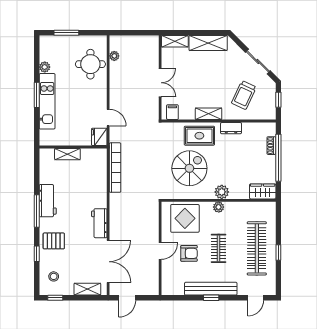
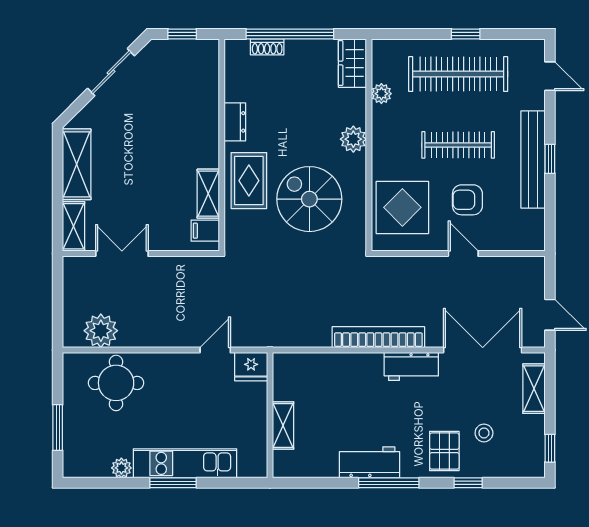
plant: (114, 56) -> (101, 331), width x1.88, depth x1.88
double door: (160, 83) -> (122, 254), moved
trolley: (244, 95) -> (173, 98), removed
shelving: (209, 114) -> (208, 194), moved
bookcase: (115, 168) -> (378, 337), moved
plant: (219, 207) -> (381, 94), moved
clothes rail: (219, 248) -> (458, 145), width x1.36
armchair: (189, 253) -> (467, 200), turned -90
stool: (54, 276) -> (484, 433), moved

